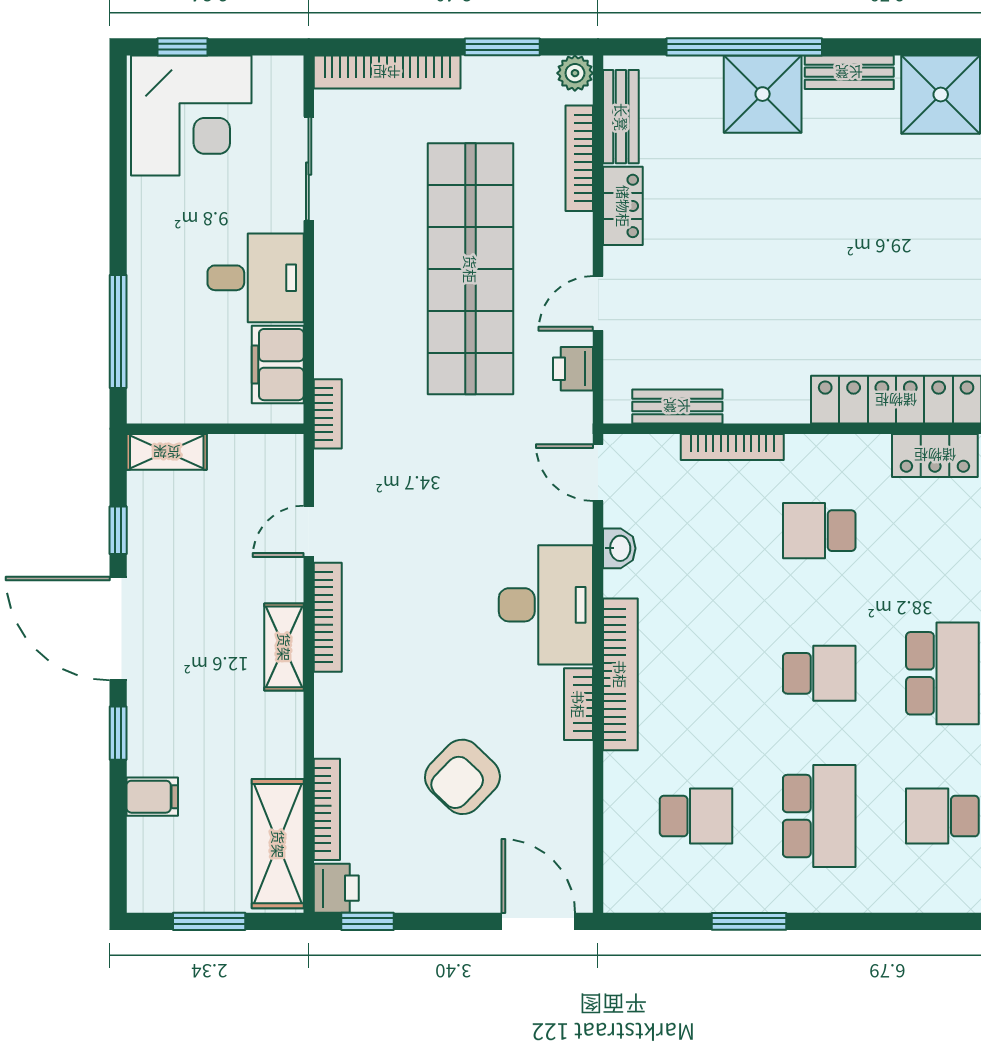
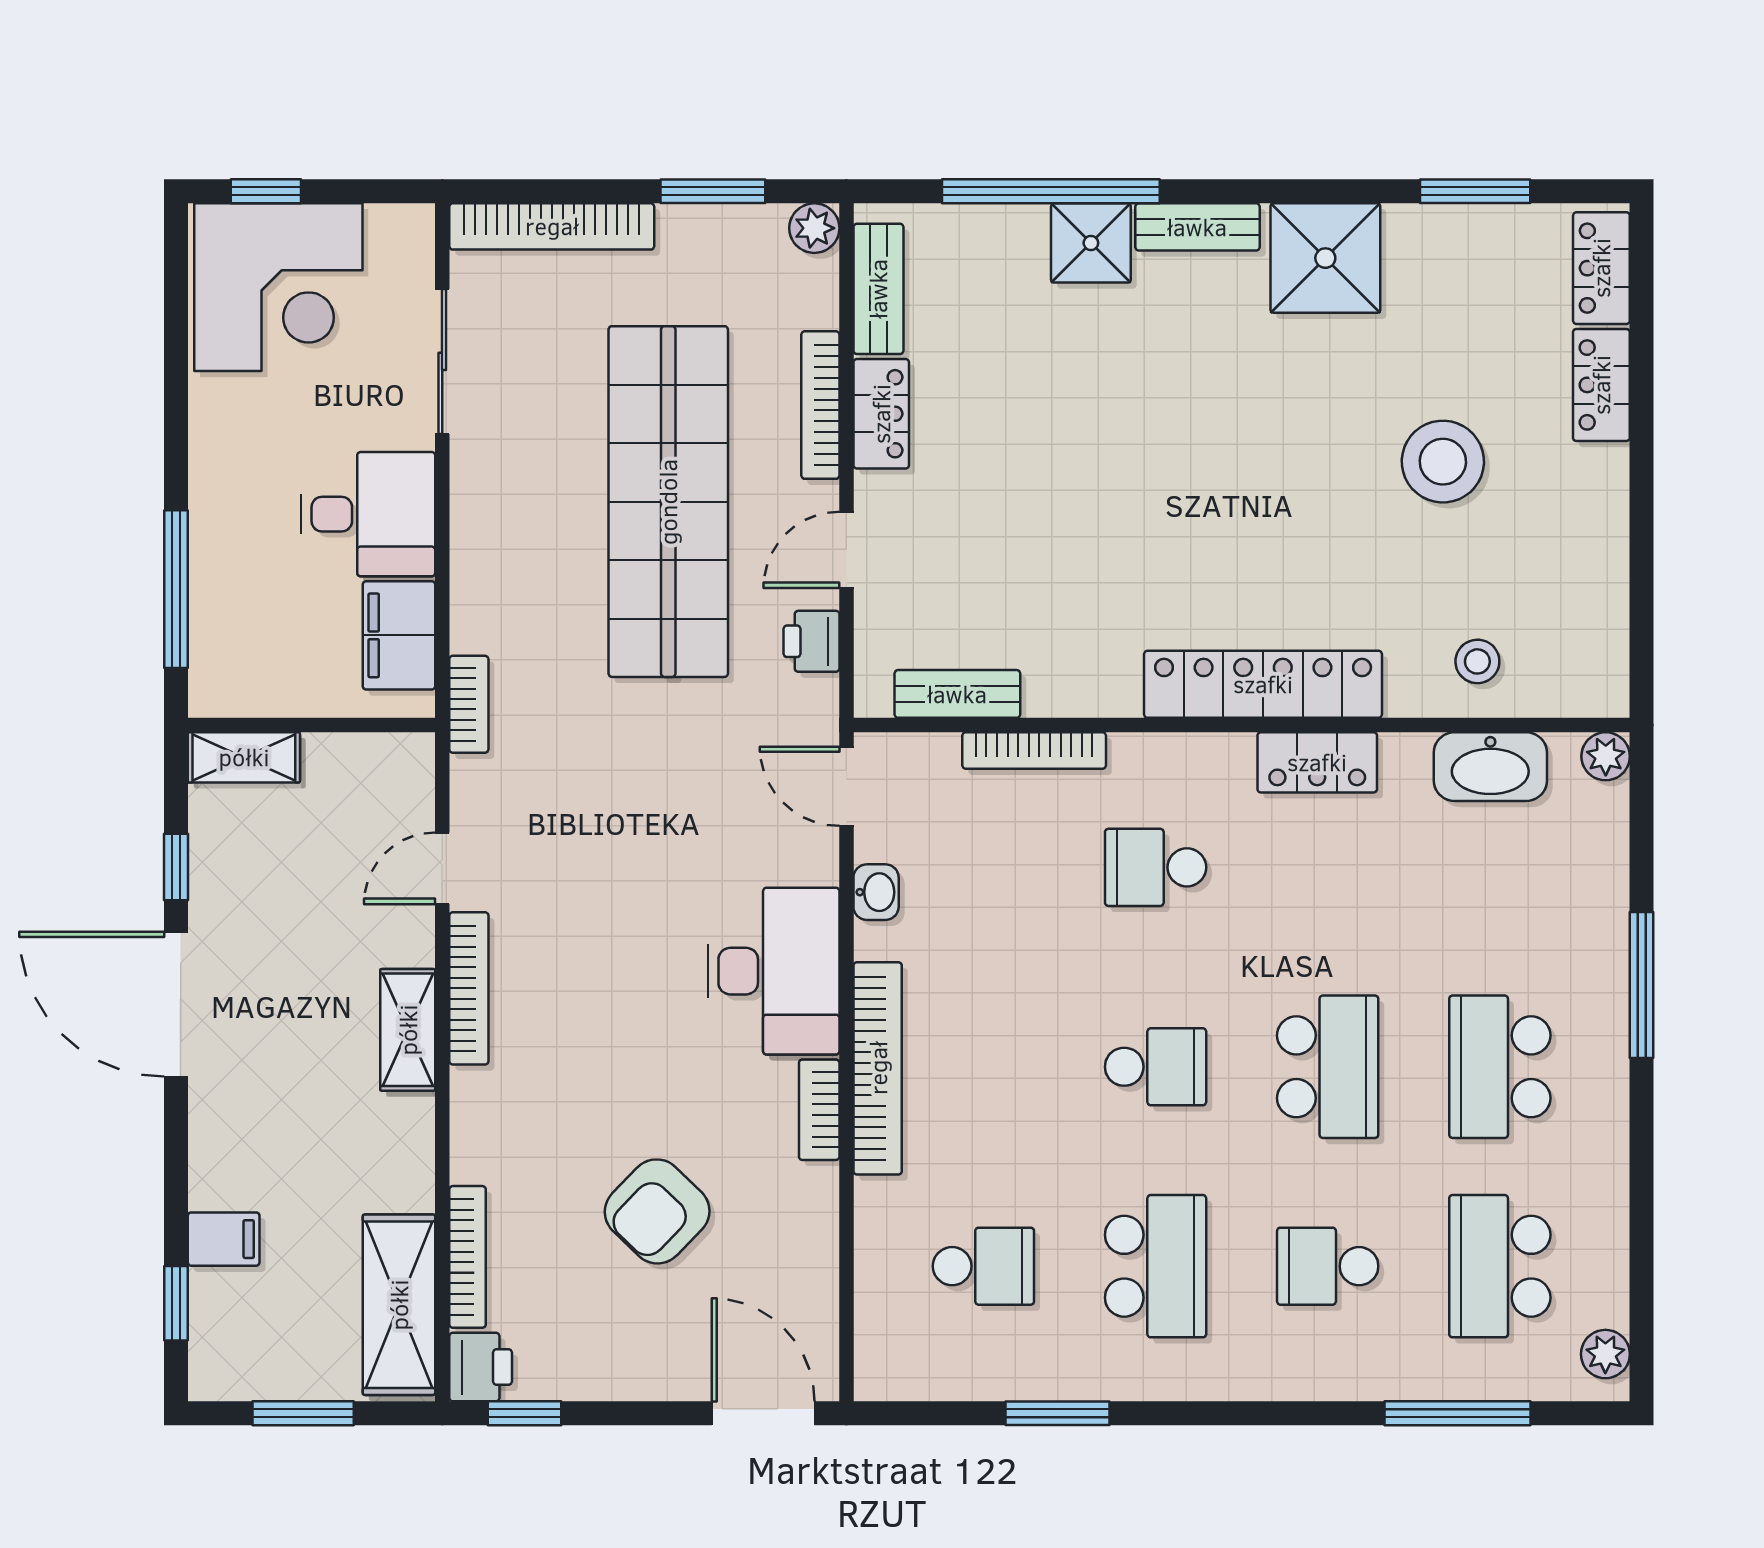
shower: (763, 94) -> (1091, 243), width x0.73, depth x0.73
bookcase: (579, 158) -> (820, 405), moved
window: (118, 733) -> (176, 1303), moved

